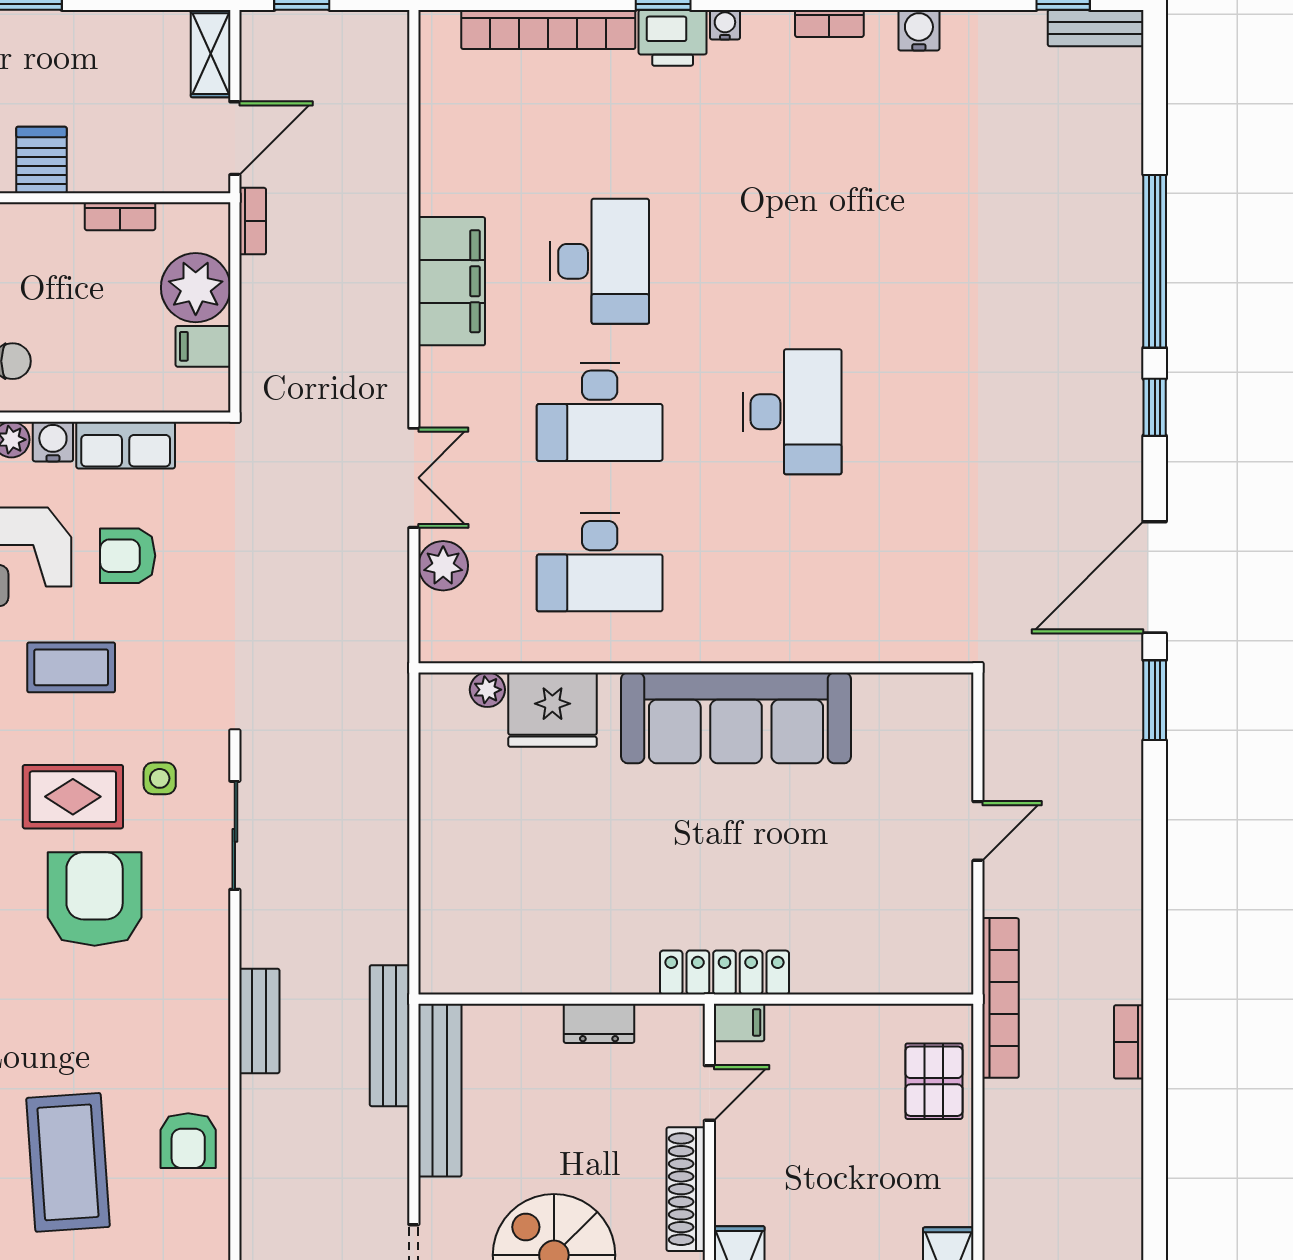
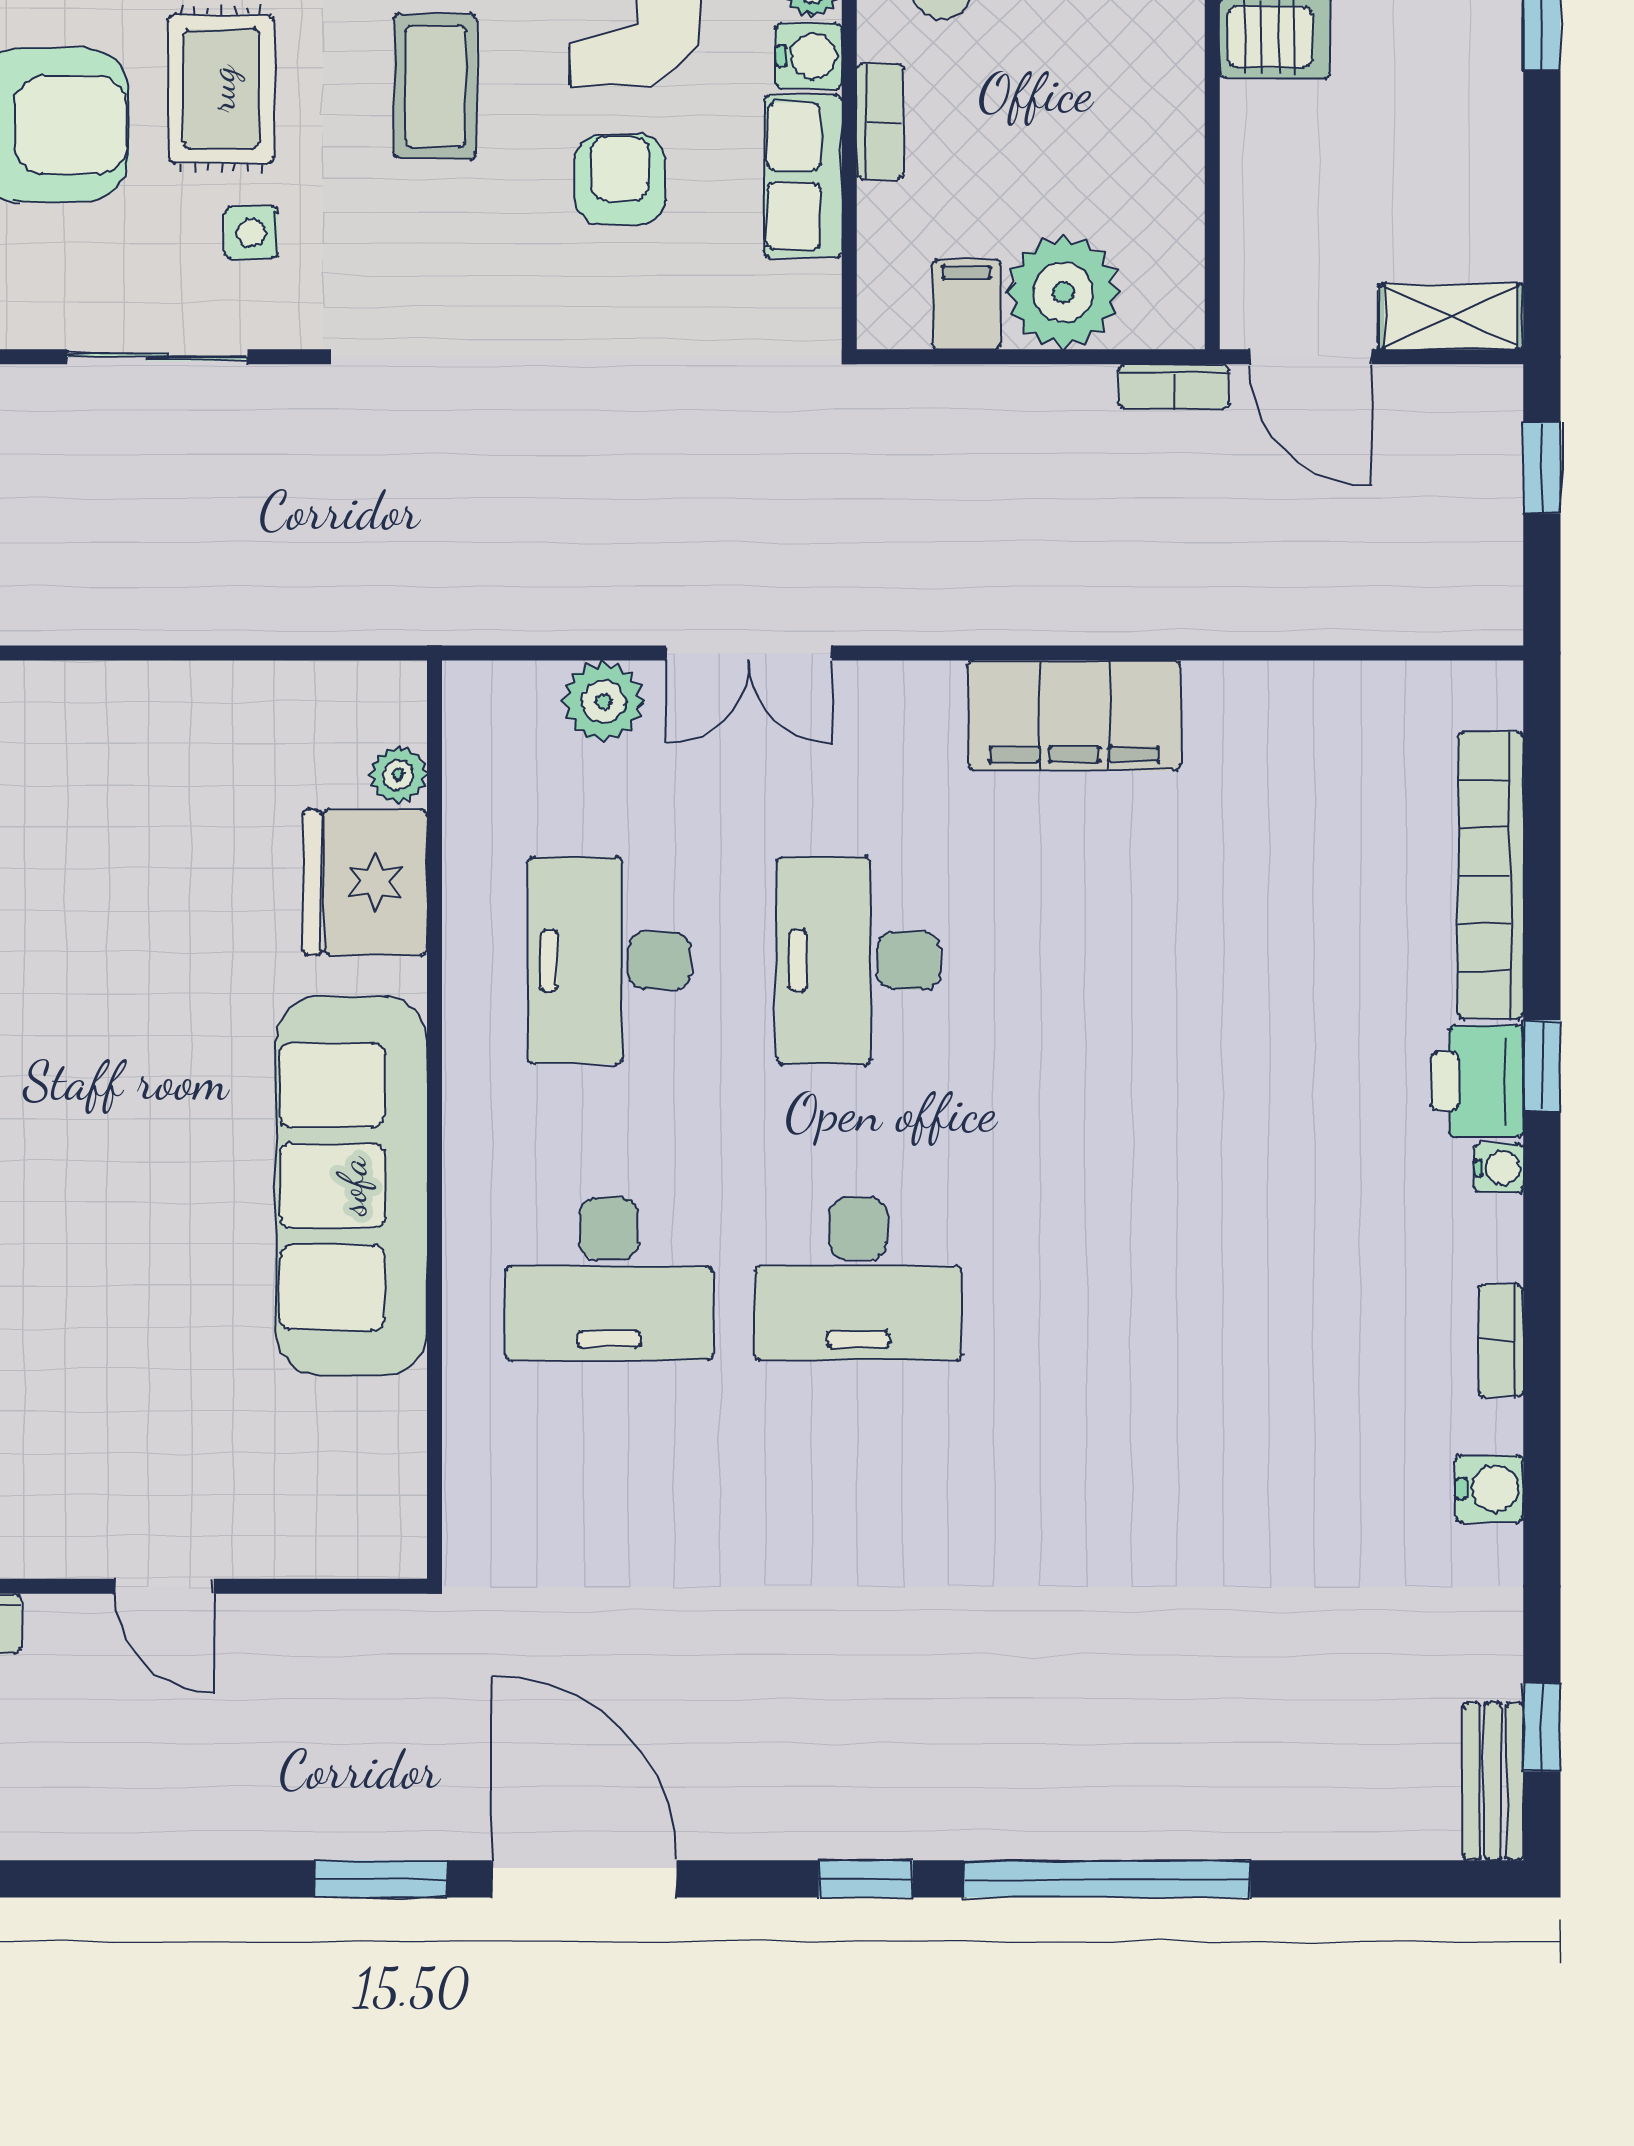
bookcase: (120, 216) -> (880, 122), moved, turned 180
desk: (600, 261) -> (609, 1279), moved

